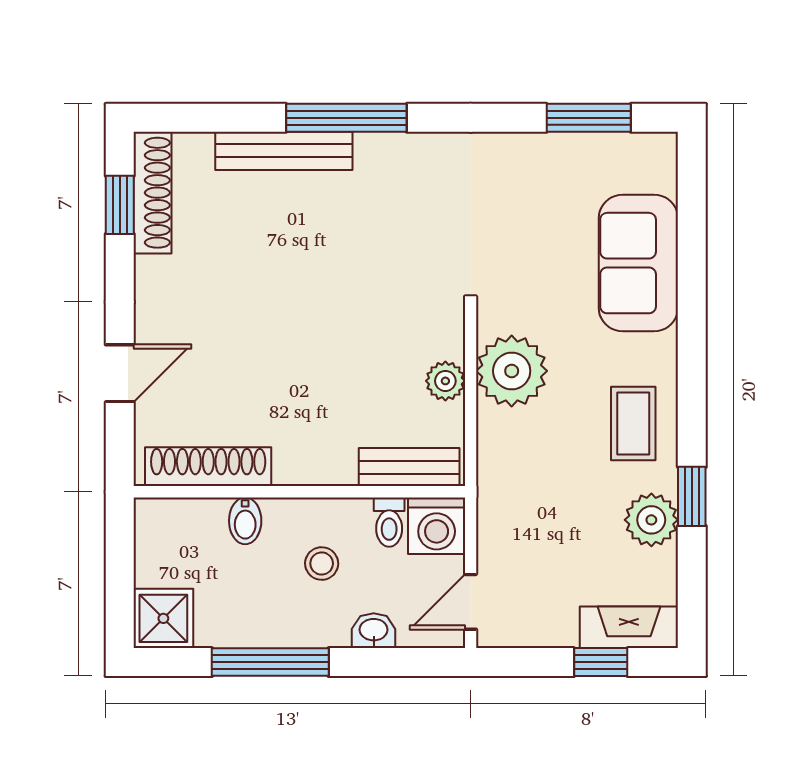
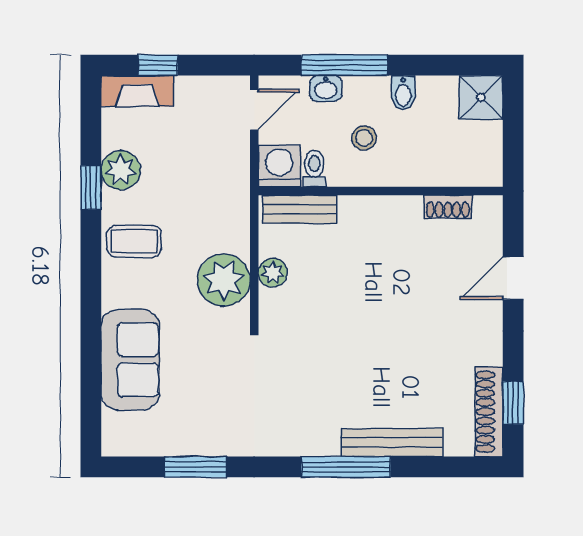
window: (589, 118) -> (196, 467), moved
coffee table: (633, 424) -> (134, 241), turned 90
shoe rack: (208, 467) -> (448, 207), width x0.51, depth x0.81
bidet: (245, 521) -> (403, 93), moved, turned 180
window: (270, 662) -> (344, 65), moved

